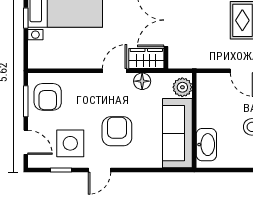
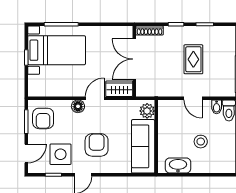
floor lamp: (142, 81) -> (78, 106), moved
door: (26, 142) -> (26, 153), hinge flipped
washbasin: (206, 145) -> (178, 165), moved, turned -90

